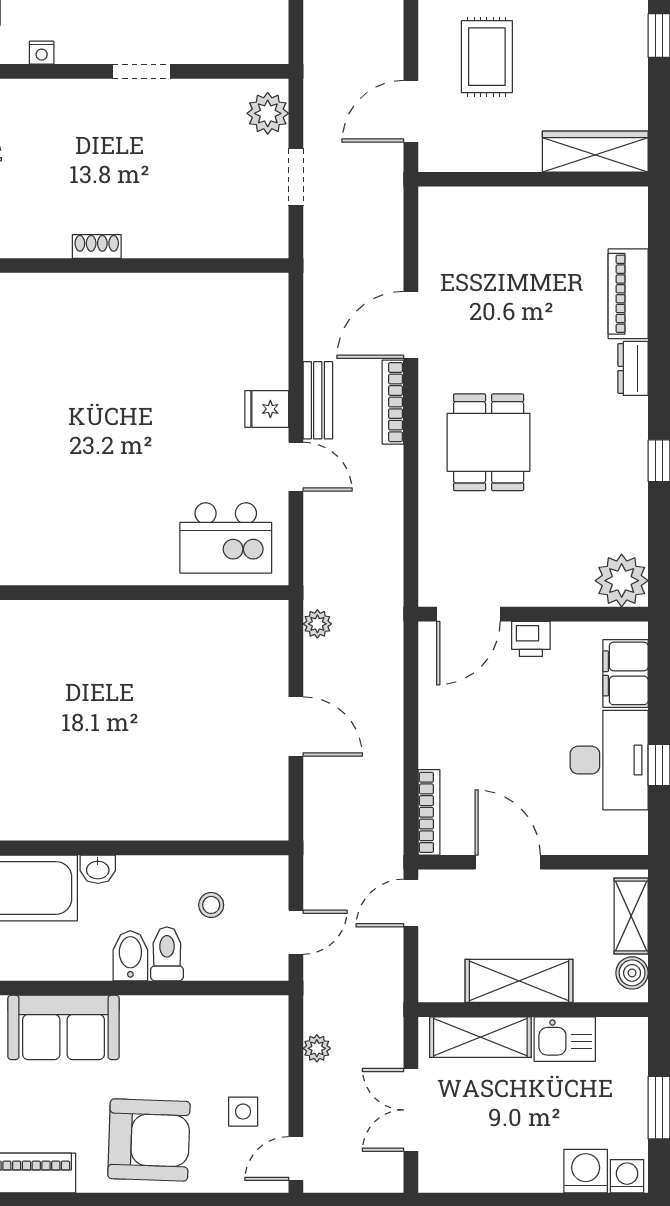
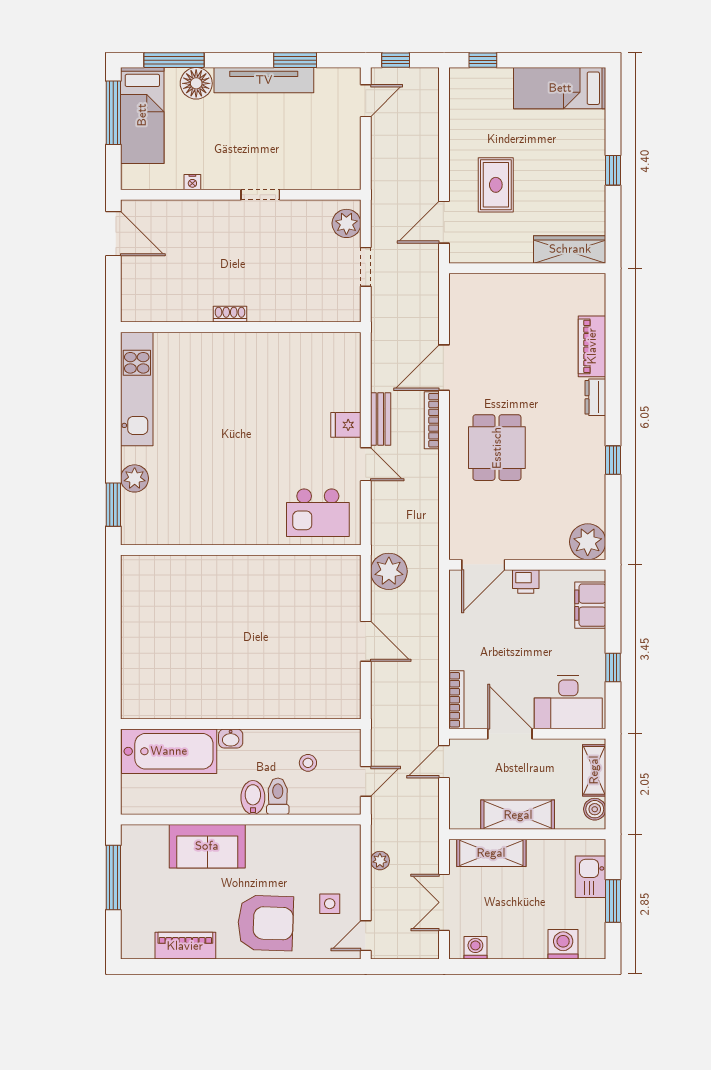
plant: (317, 624) -> (389, 571), width x1.88, depth x1.88
desk: (609, 760) -> (568, 702), moved, turned 90
kitchen sink: (565, 1039) -> (591, 877), moved, turned 90
washing machine: (627, 1176) -> (475, 948), moved

